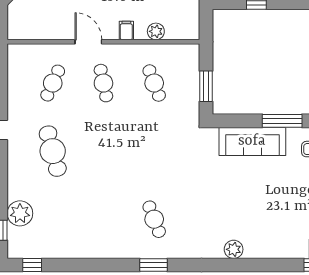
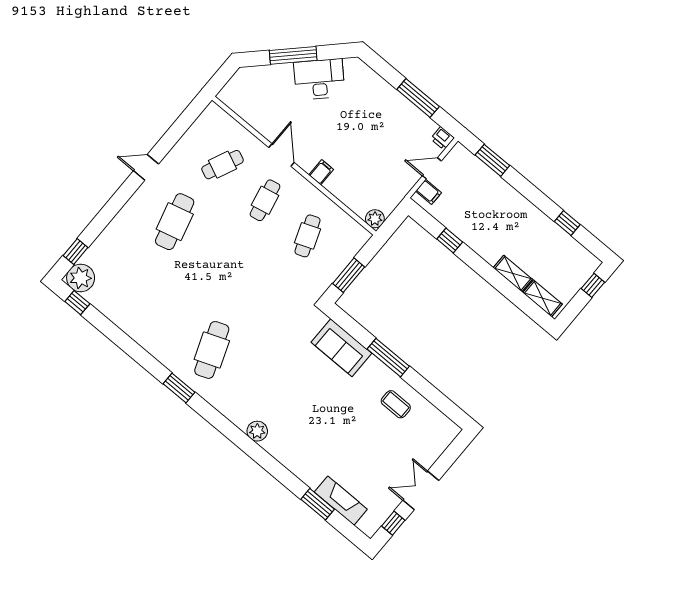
plant: (156, 31) -> (375, 219), moved
sofa: (252, 141) -> (341, 348), width x0.73
plant: (20, 213) -> (81, 278), moved
cafe table: (154, 219) -> (212, 350), width x1.37, depth x1.35

